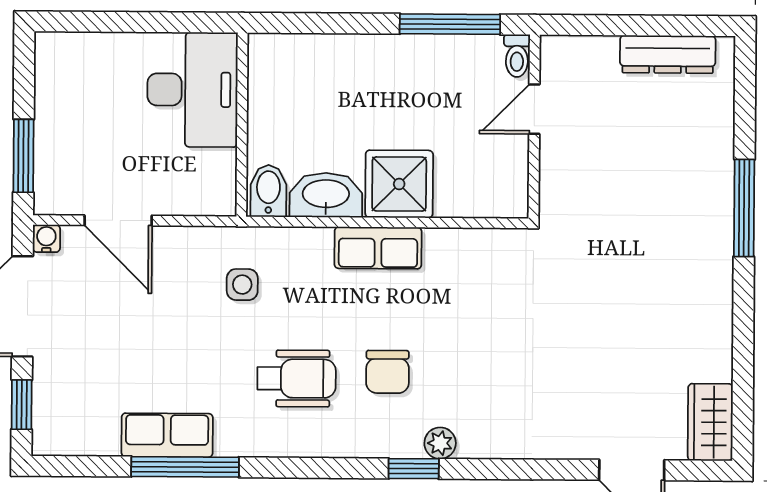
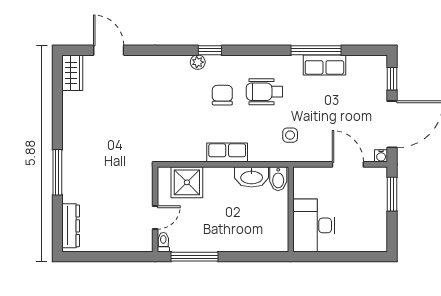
dresser: (668, 54) -> (71, 226), moved, turned 90
shower: (399, 184) -> (187, 182), moved

